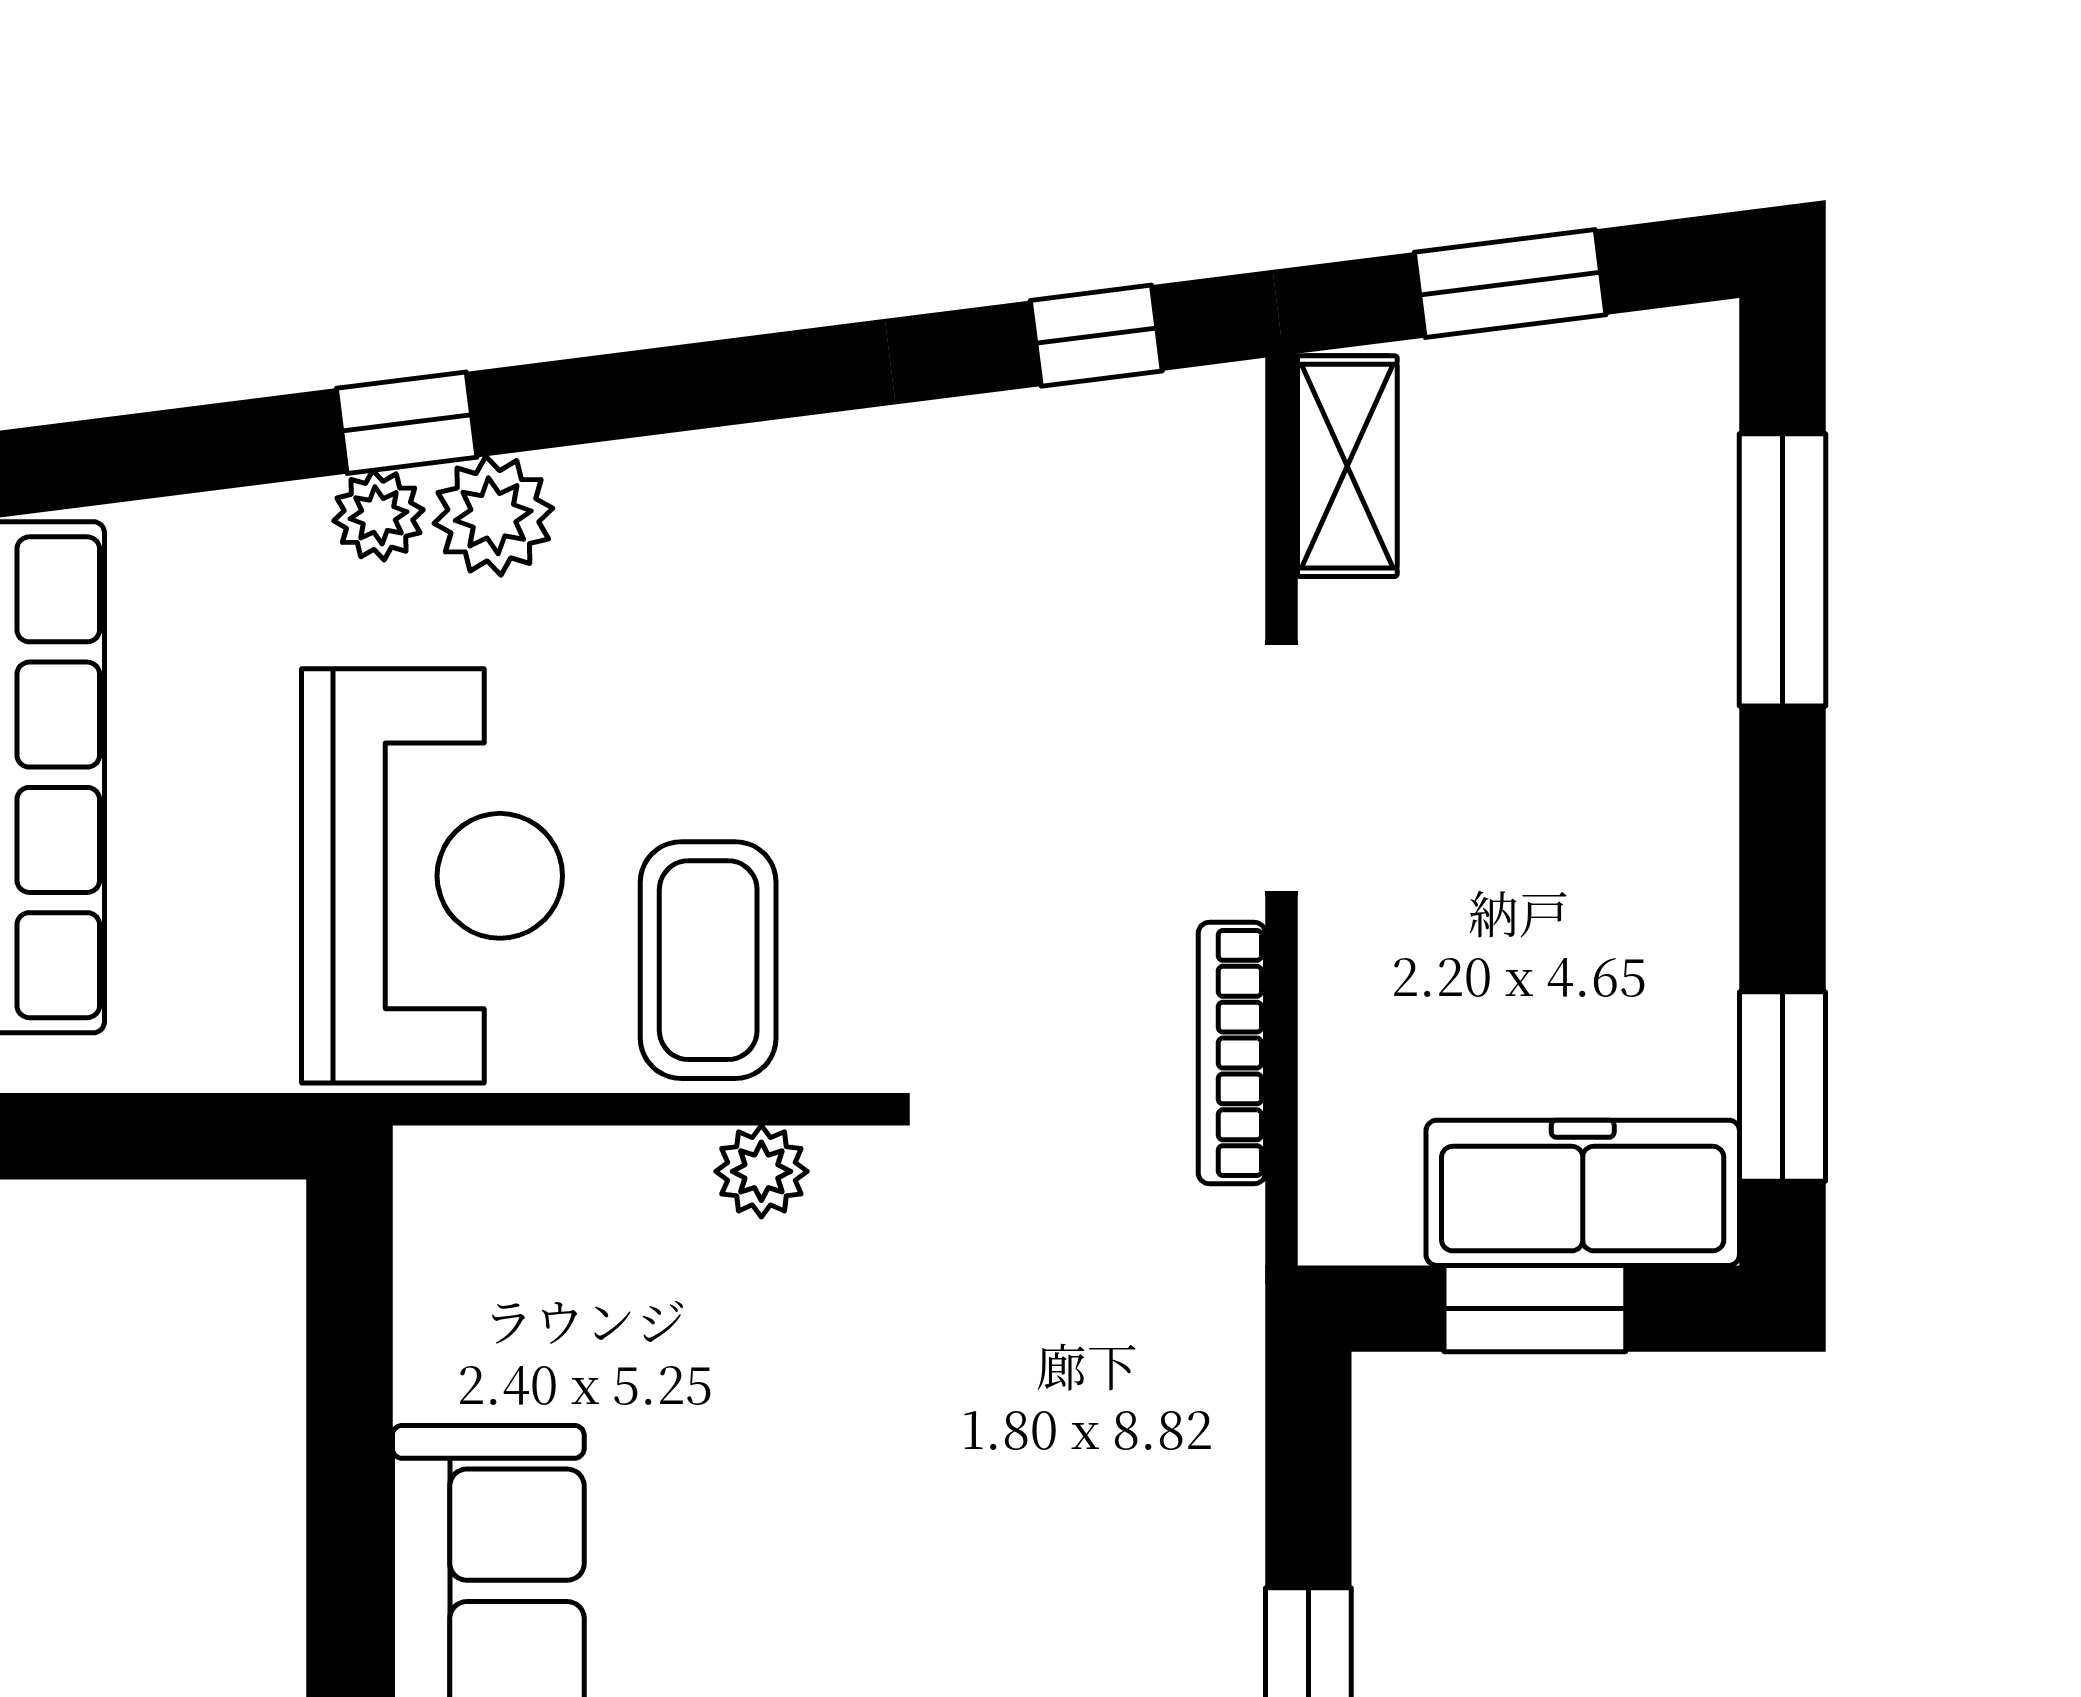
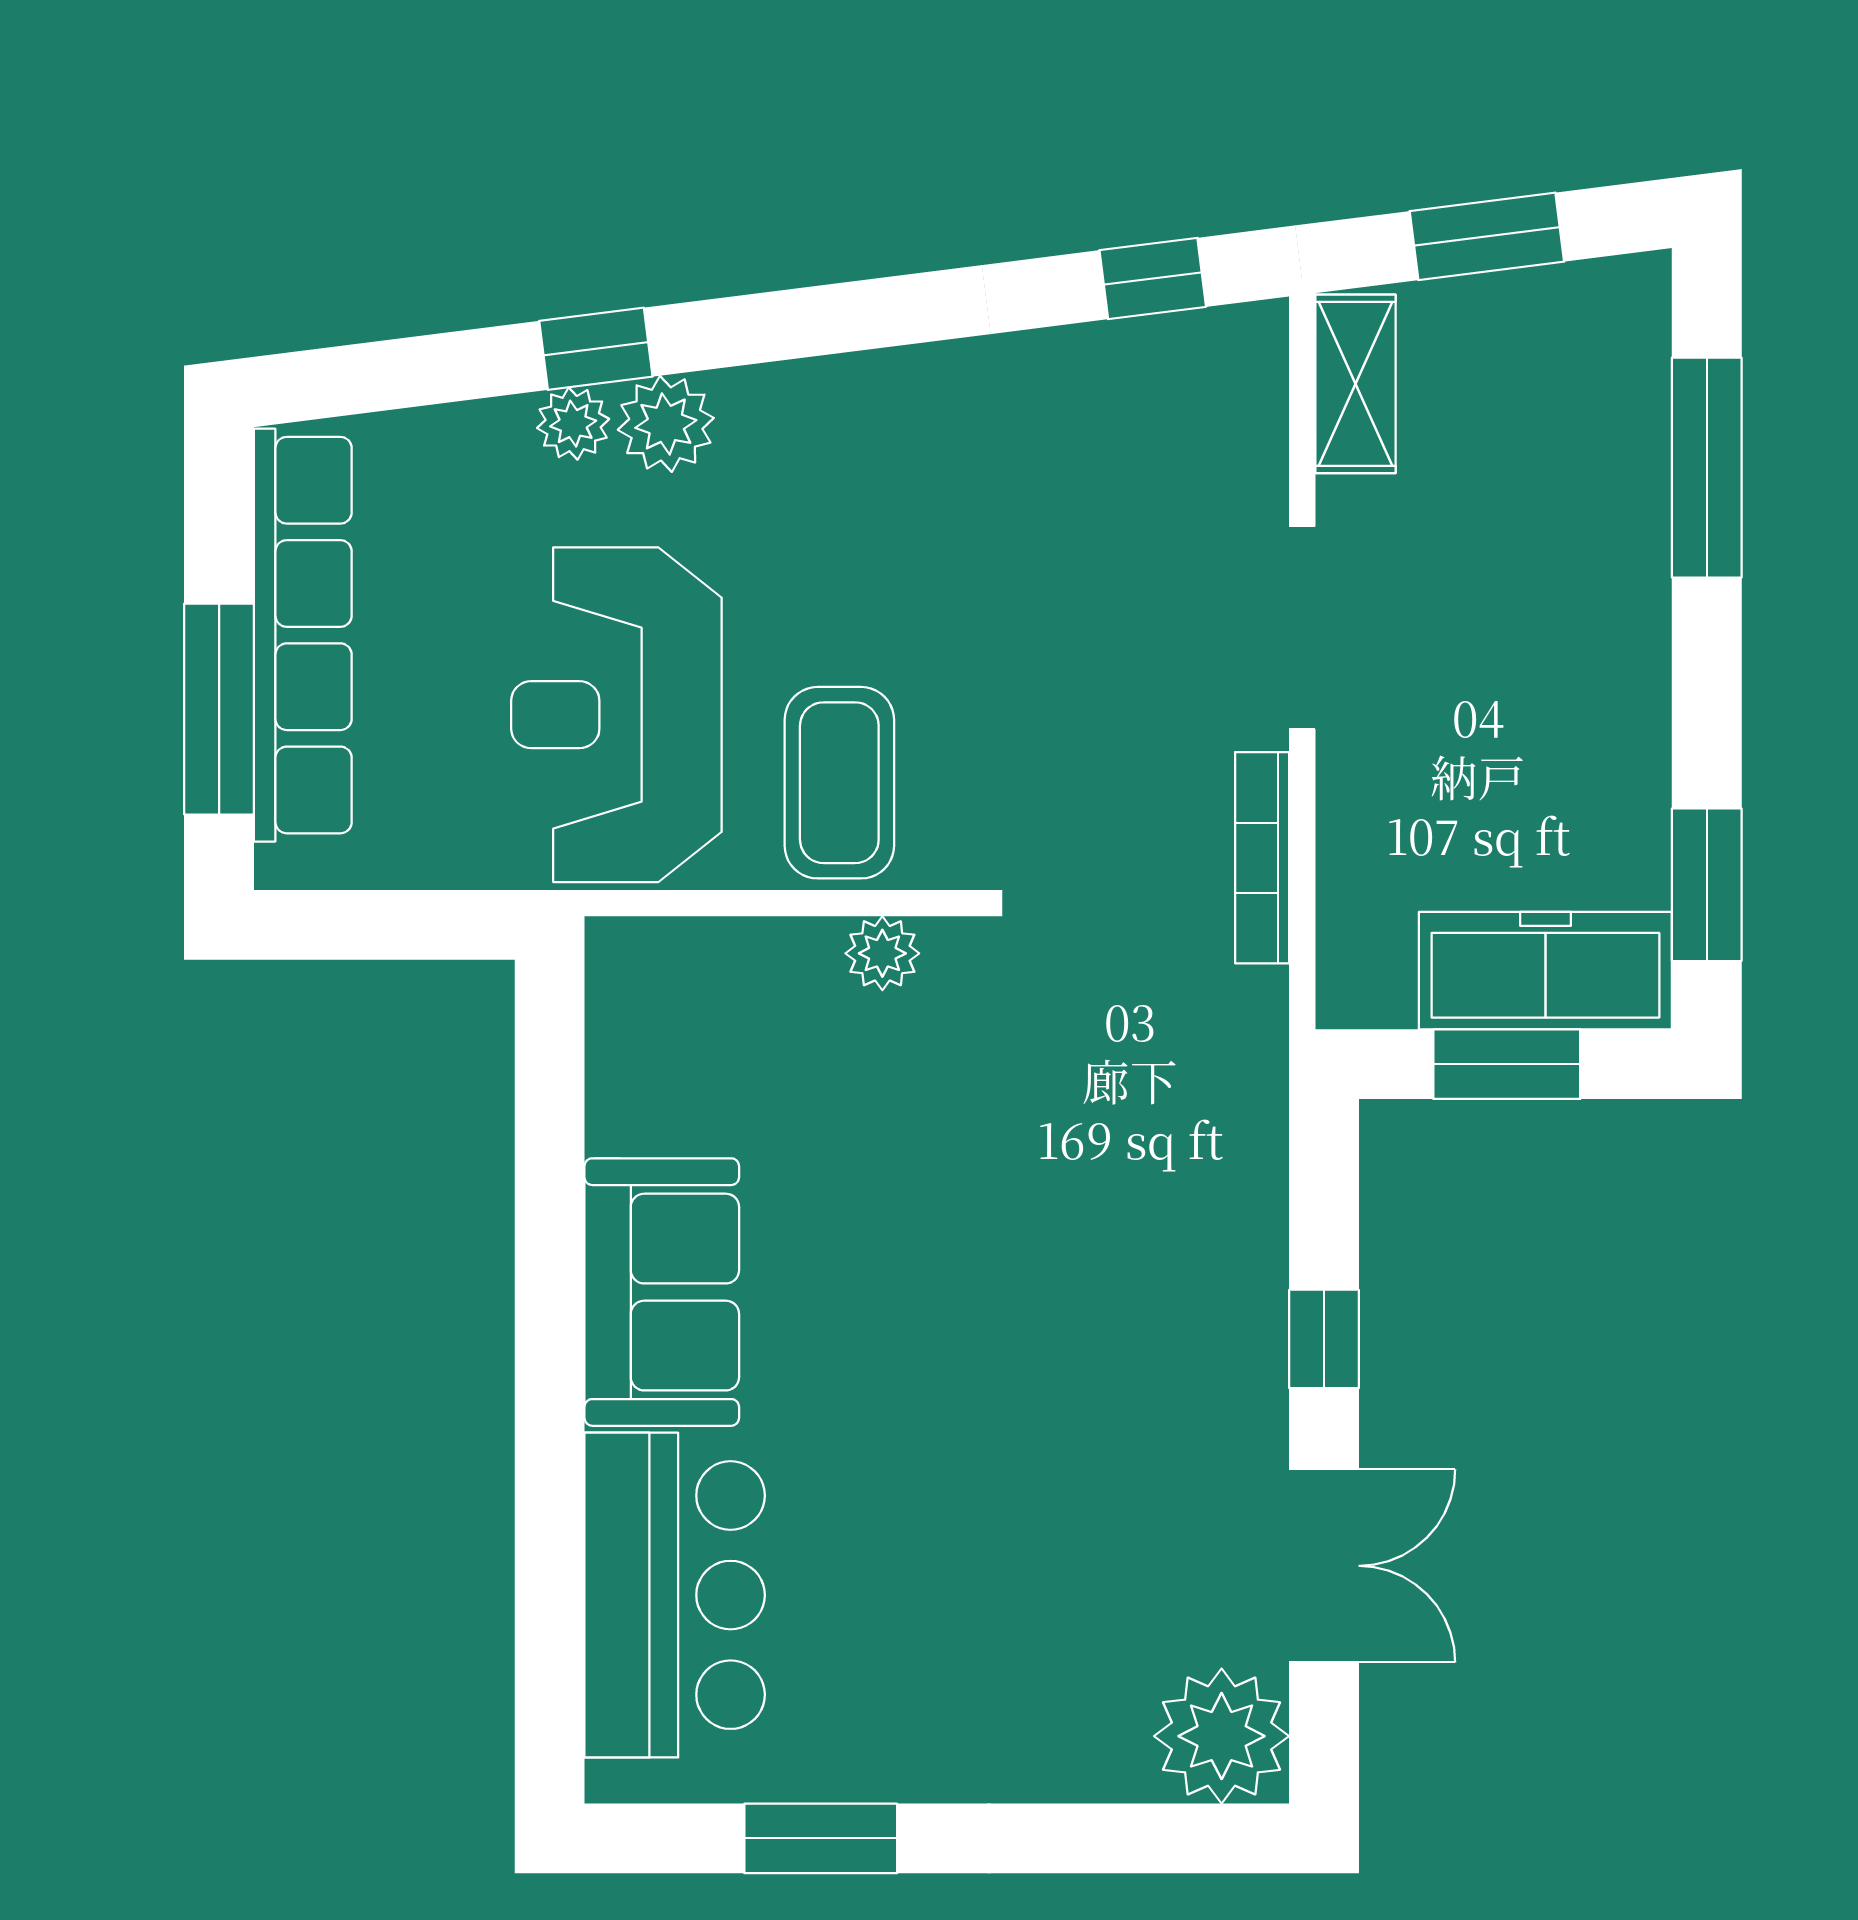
reception desk: (432, 876) -> (616, 715), turned 180

